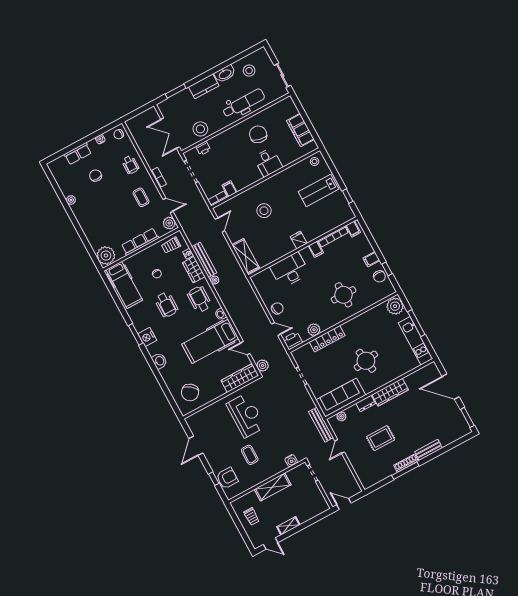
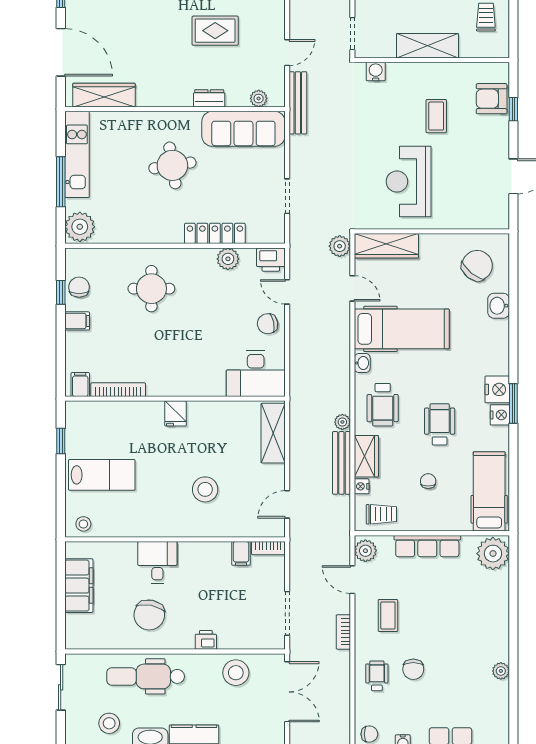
printer: (203, 148) -> (206, 640), moved
chair: (96, 176) -> (413, 669), moved
filing cabinet: (316, 249) -> (156, 384), removed
desk: (290, 270) -> (256, 374), moved
nightstand: (139, 325) -> (500, 415), added
washbasin: (159, 361) -> (499, 306), moved
wardrobe: (390, 392) -> (104, 95), moved

